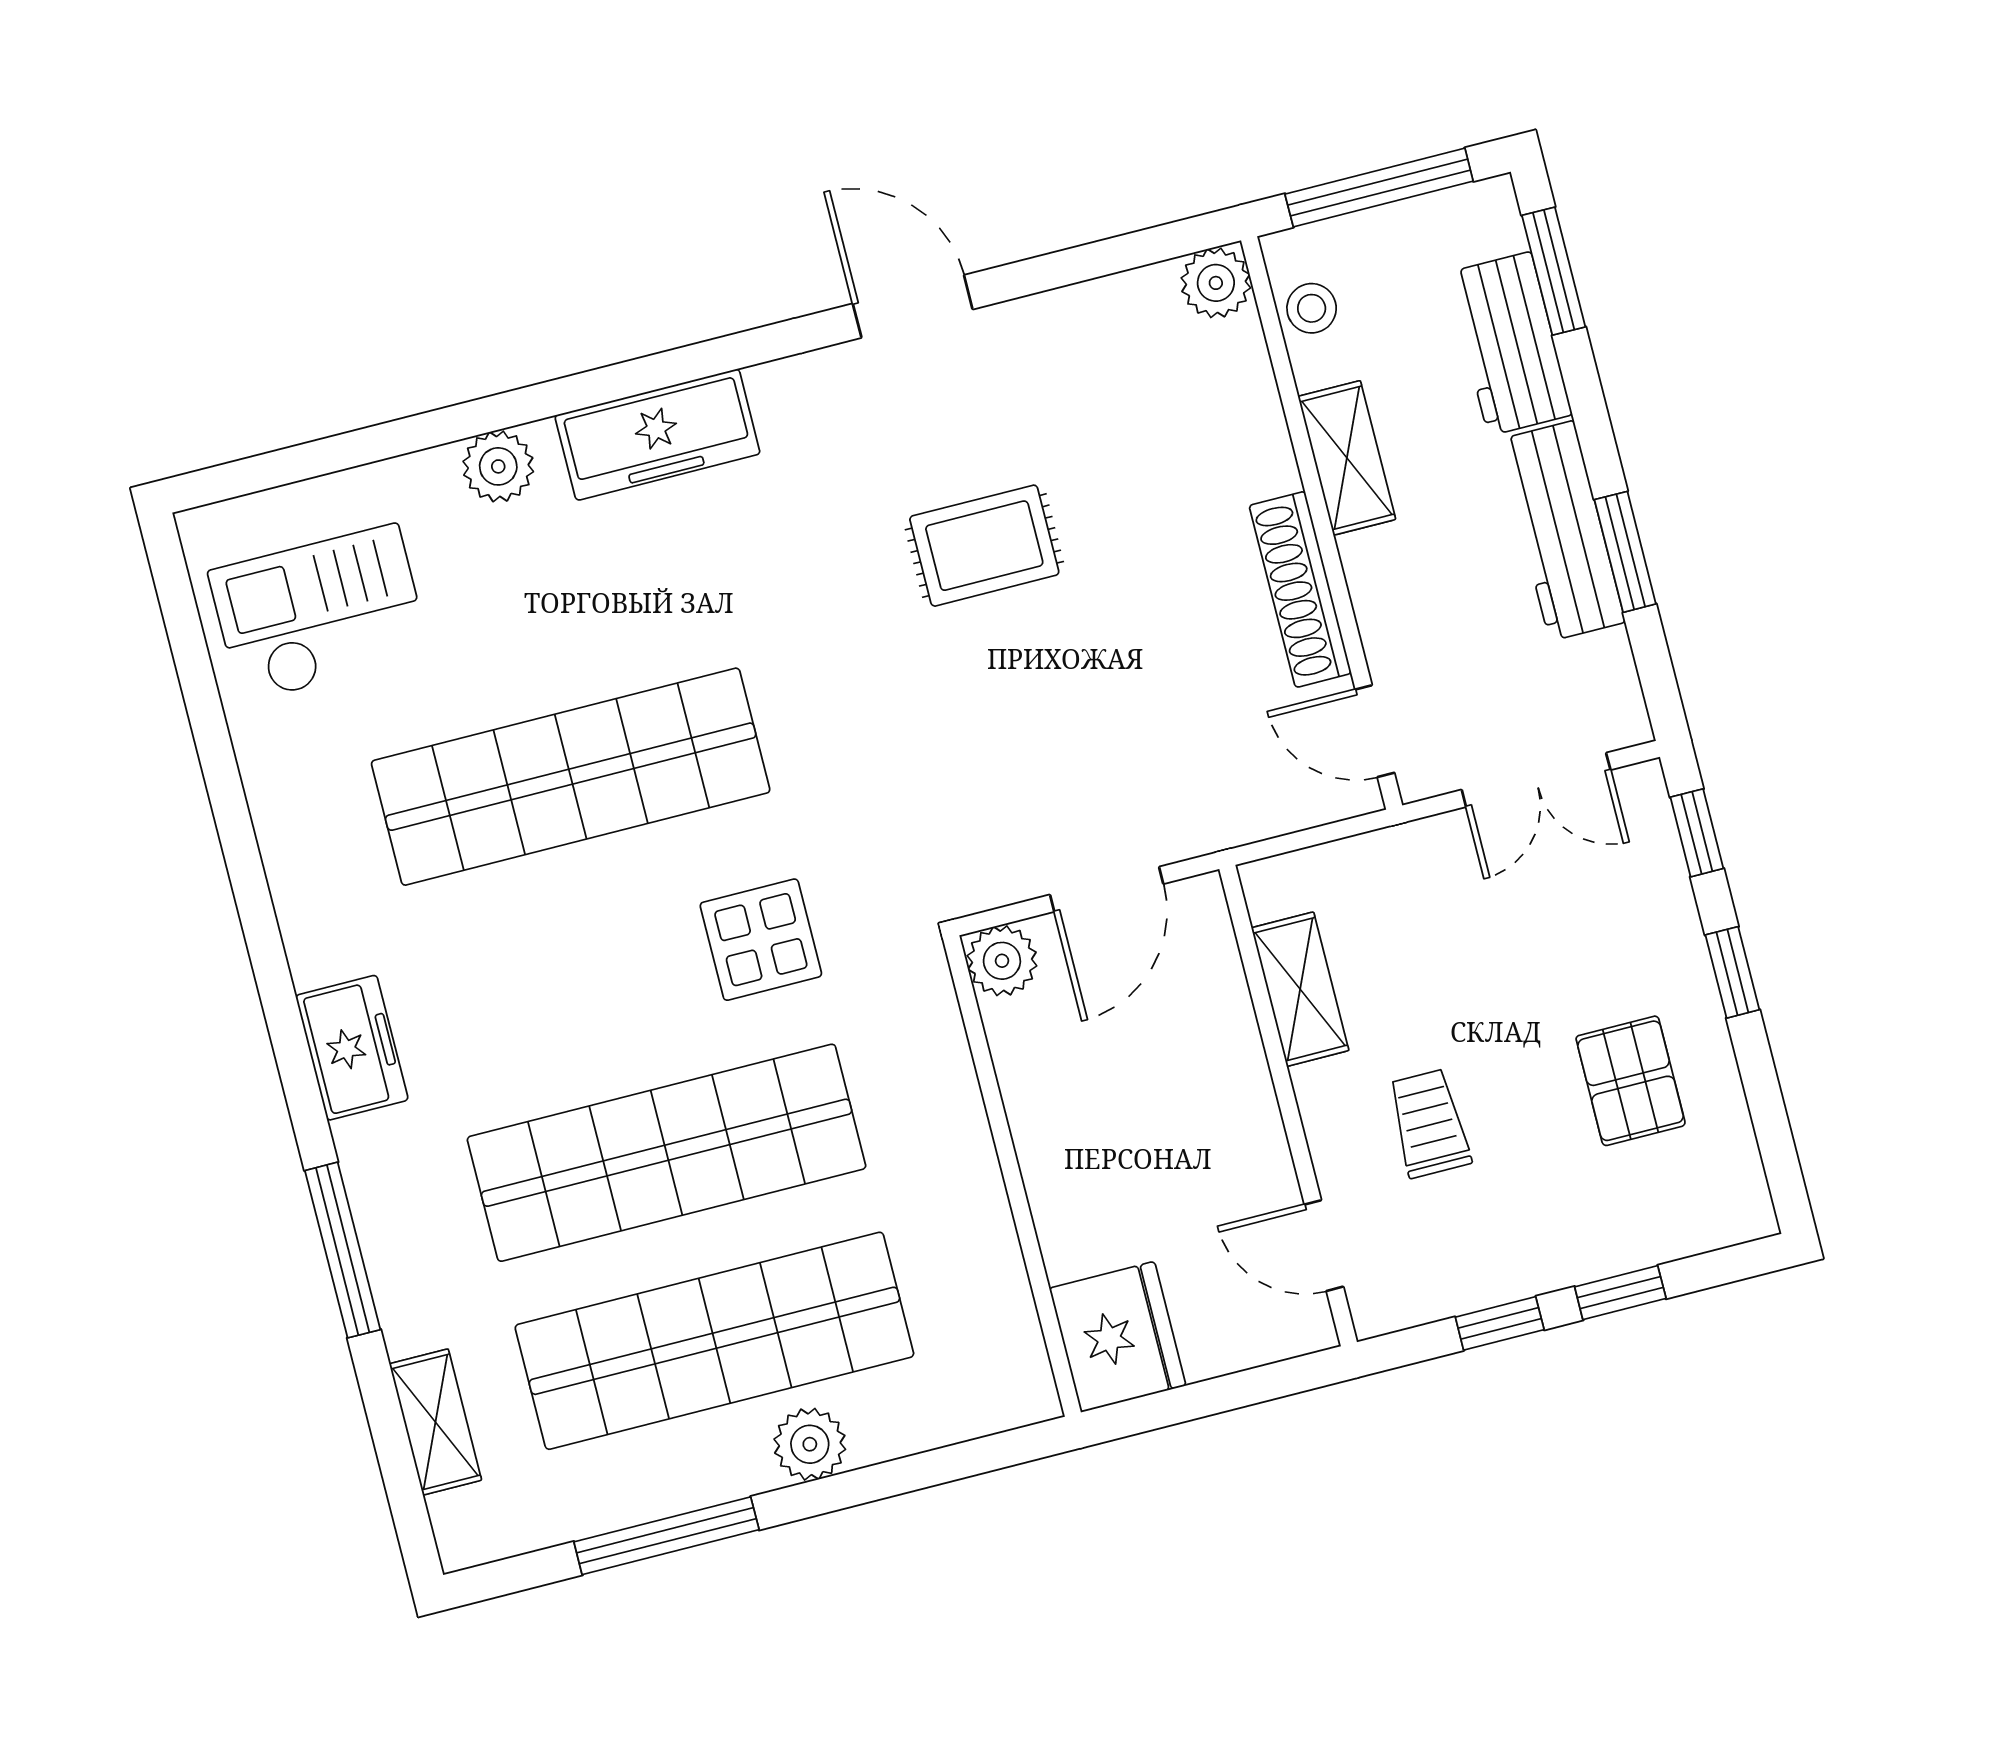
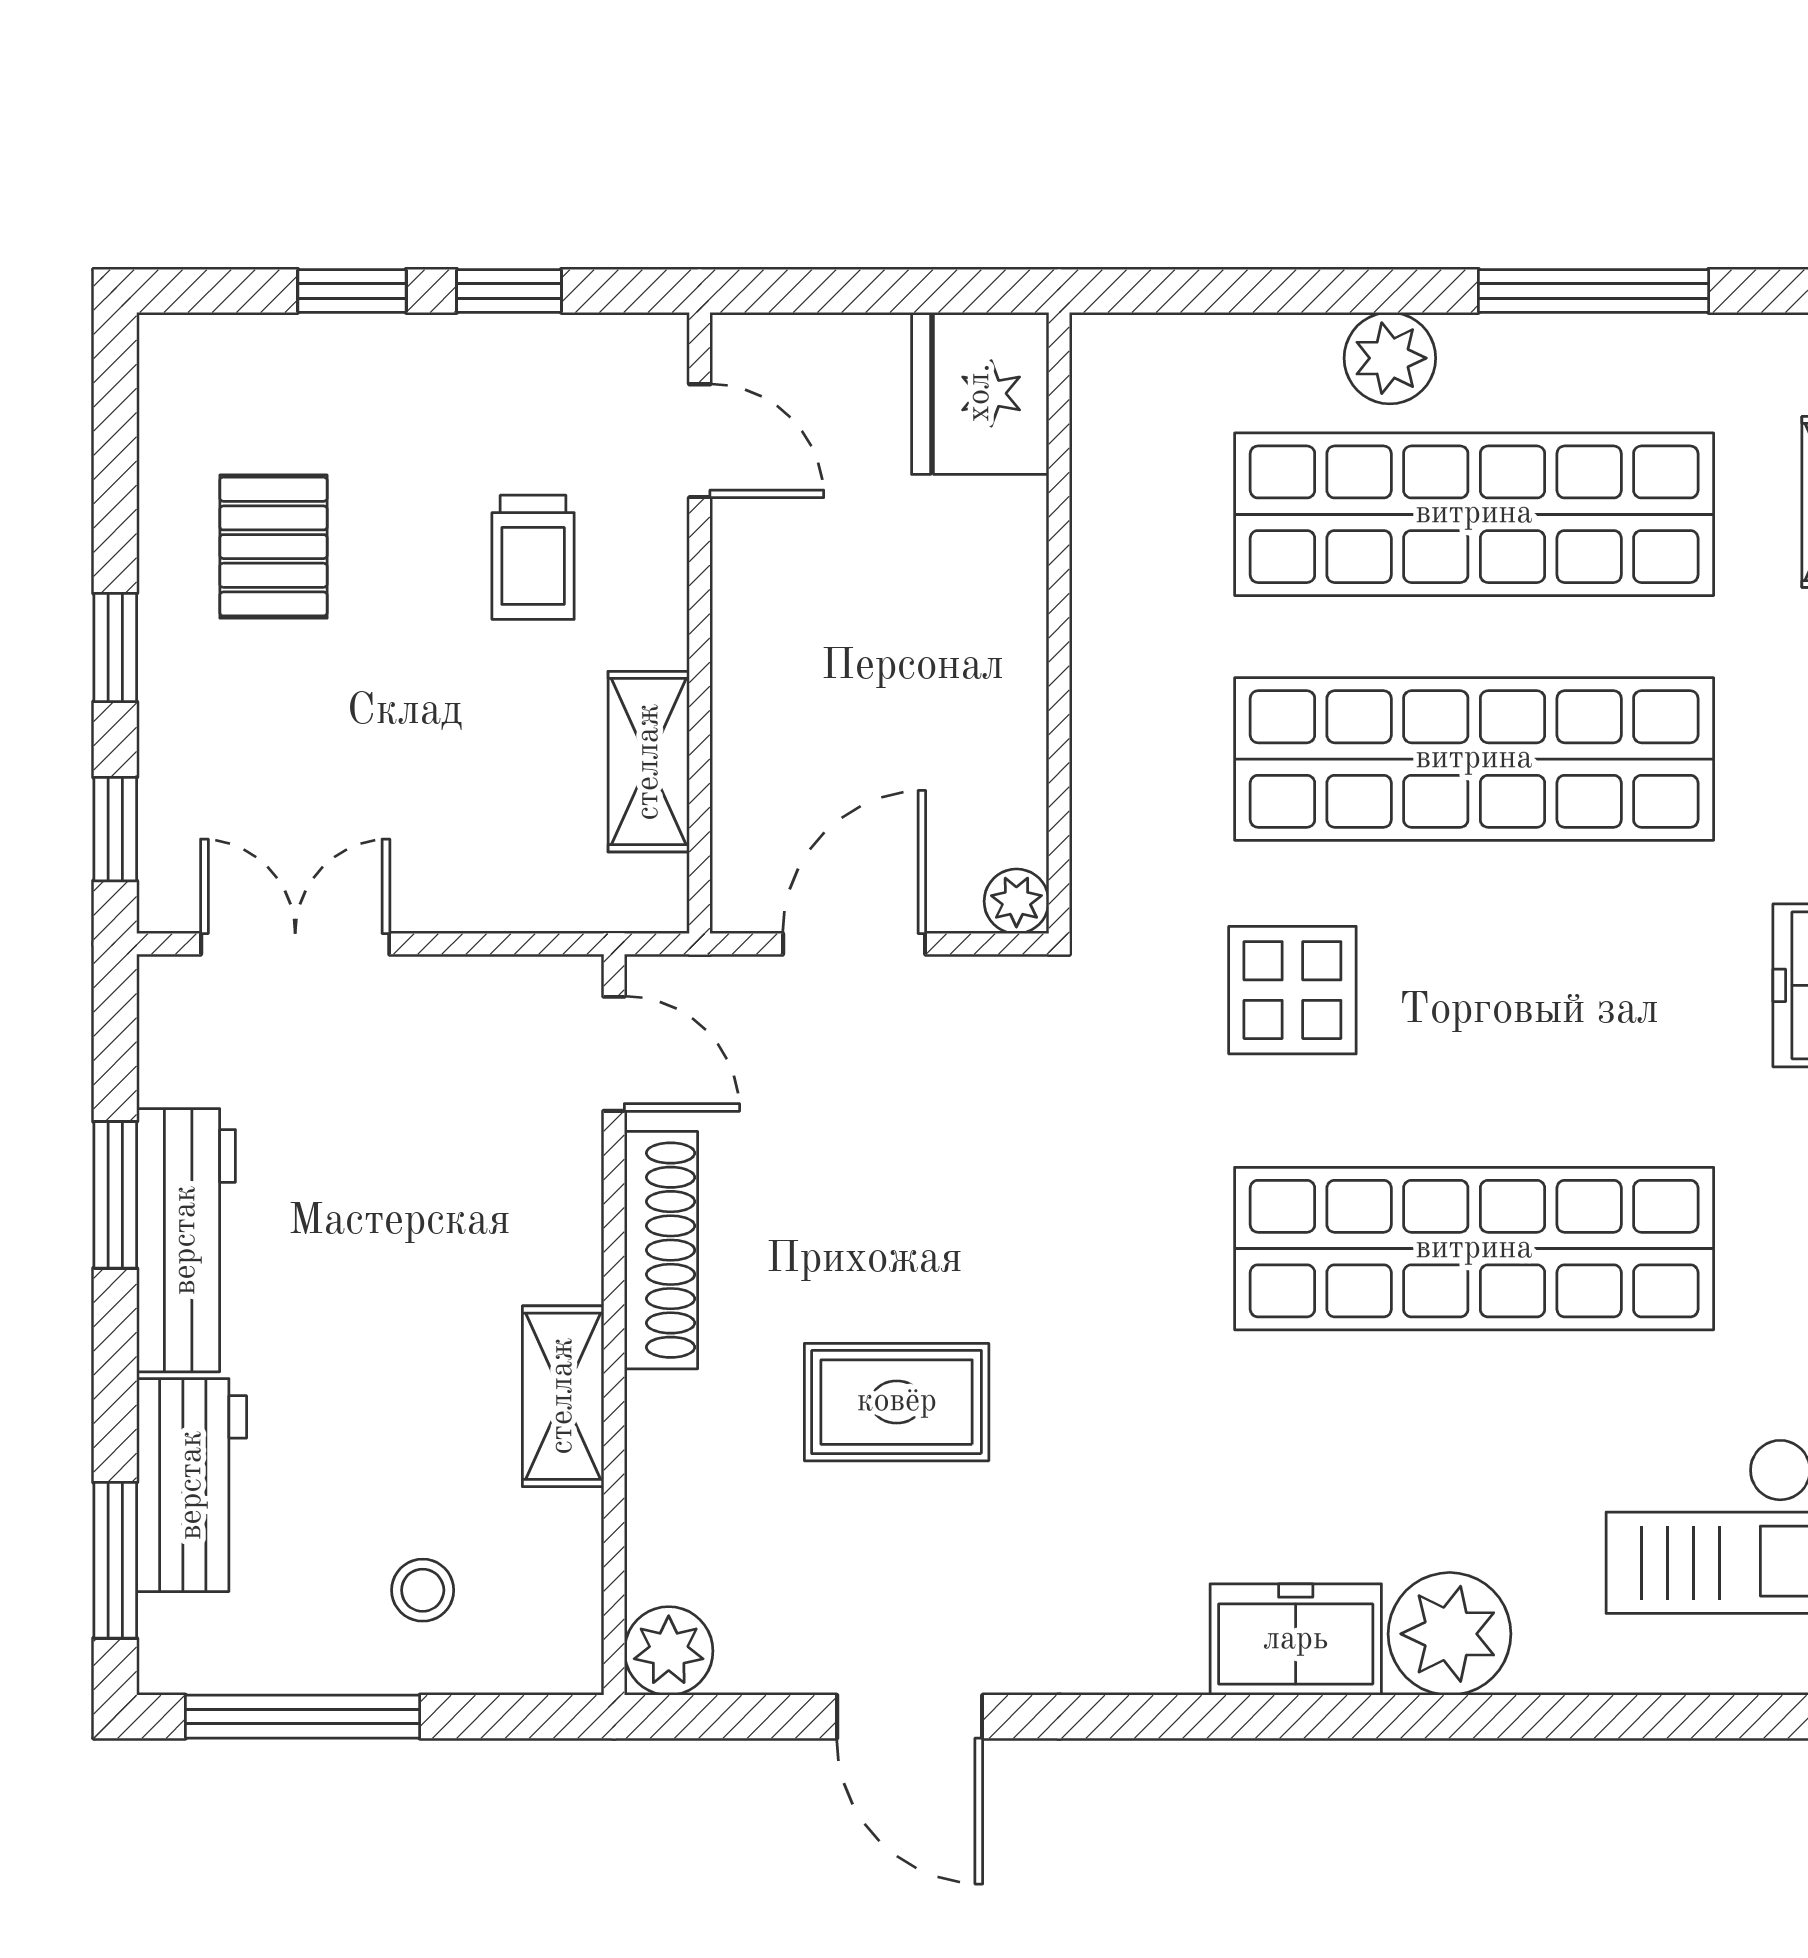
plant: (1216, 283) -> (669, 1651), moved
freezer: (657, 435) -> (1296, 1640), width x0.71
shelving: (1347, 458) -> (563, 1396), moved
plant: (498, 466) -> (1450, 1634), width x1.36, depth x1.36
wall: (1322, 523) -> (614, 1325), moved
shoe rack: (1300, 589) -> (661, 1250), moved
door: (1375, 731) -> (614, 1054), moved
plant: (1002, 961) -> (1016, 901), width x0.73, depth x0.73

